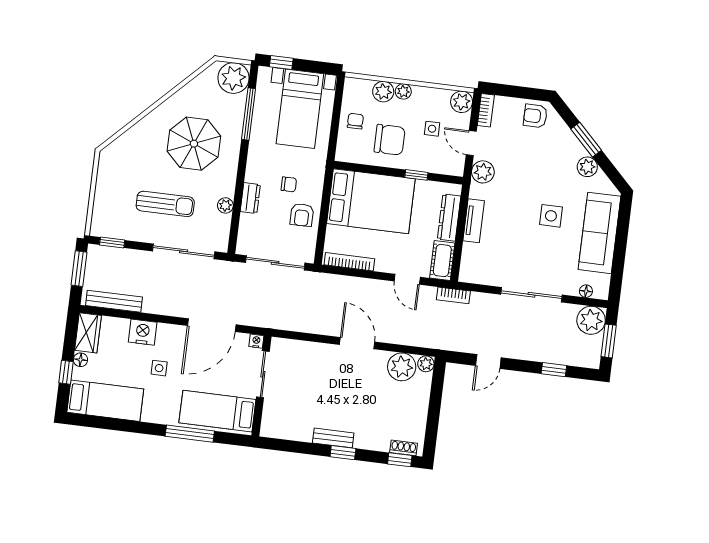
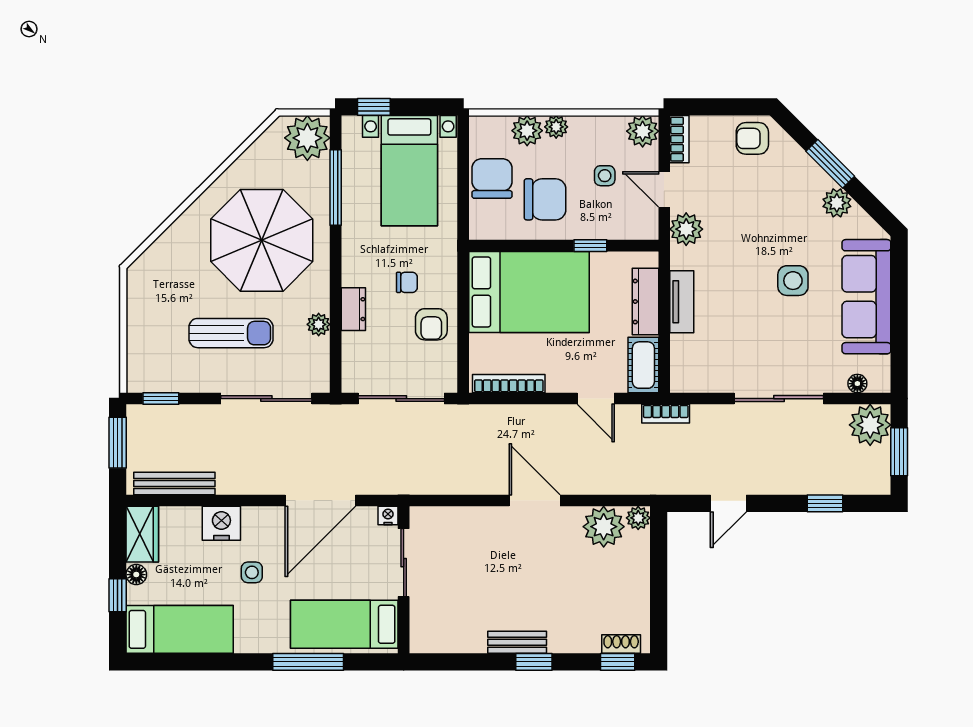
chair: (355, 121) -> (492, 178), width x1.87, depth x1.87
parasol: (194, 144) -> (262, 240), width x1.36, depth x1.36

